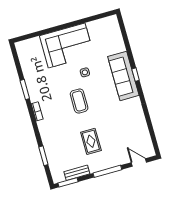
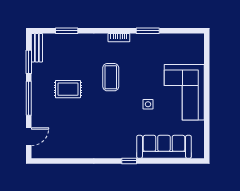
sofa: (123, 76) -> (164, 147), moved
coffee table: (79, 101) -> (111, 77), moved, turned 90
bench: (77, 173) -> (37, 48), moved
window: (68, 182) -> (29, 62), moved

